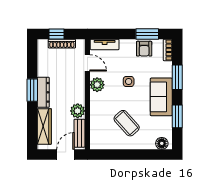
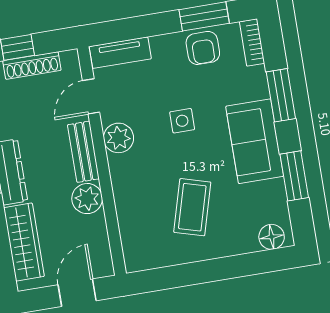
door: (87, 63) -> (91, 96), swing flipped
coffee table: (127, 123) -> (192, 207), turned 58
bench: (79, 133) -> (83, 152), moved

